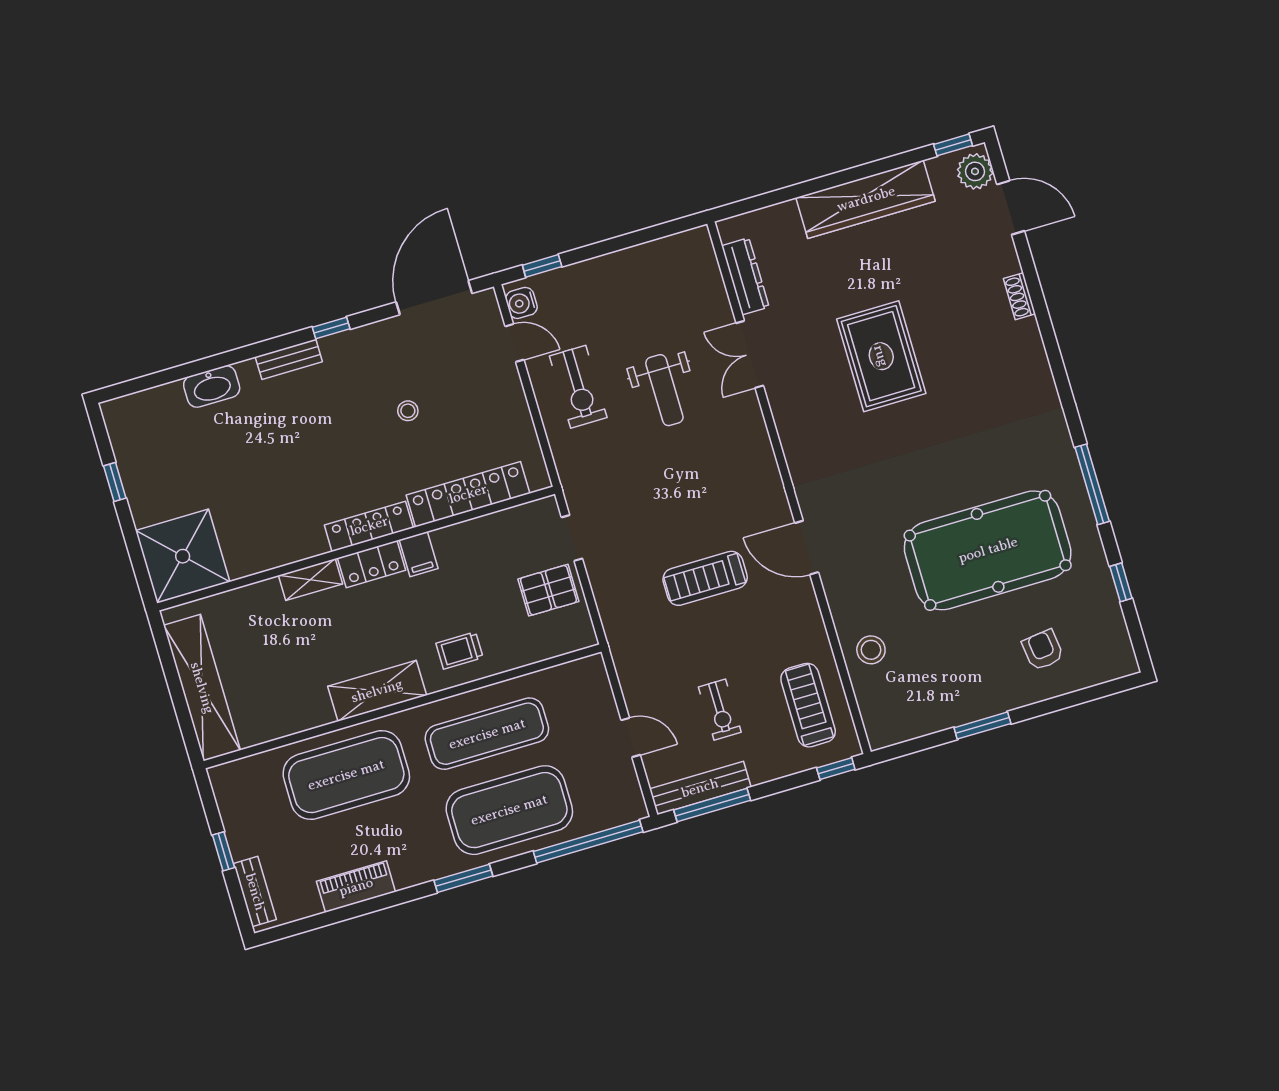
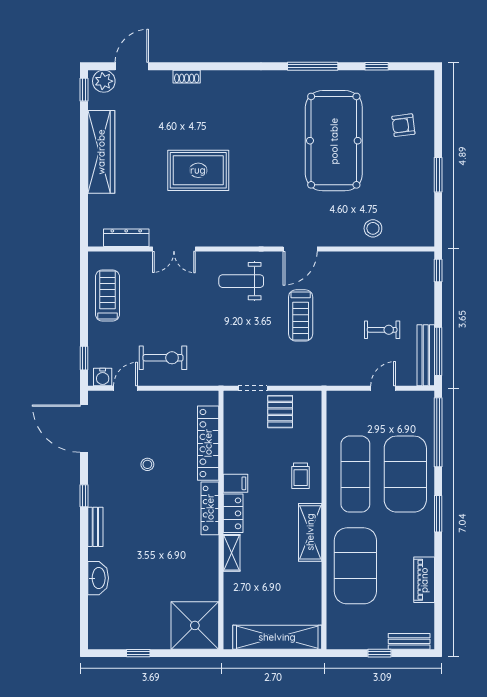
weight bench: (664, 390) -> (241, 281), moved, turned 180
treadmill: (808, 705) -> (107, 295), moved, turned 90

